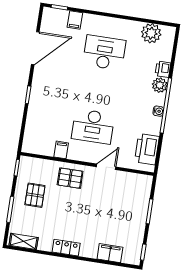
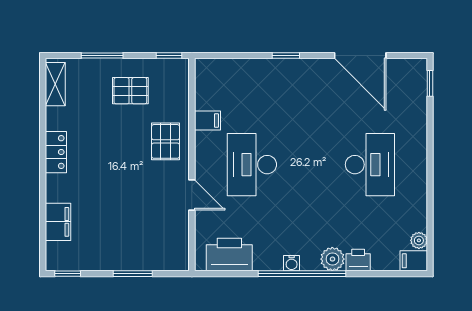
filing cabinet: (75, 20) -> (414, 261), moved
plant: (151, 33) -> (419, 240), width x0.53, depth x0.53

